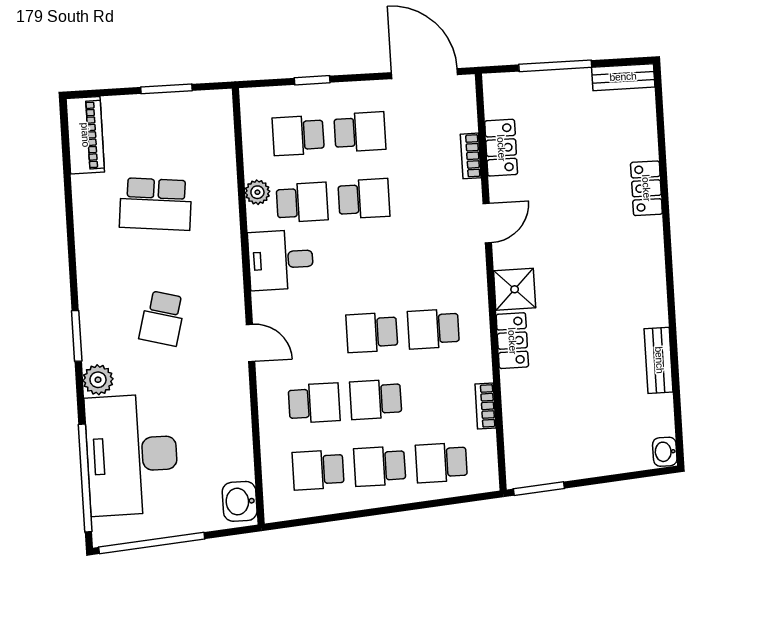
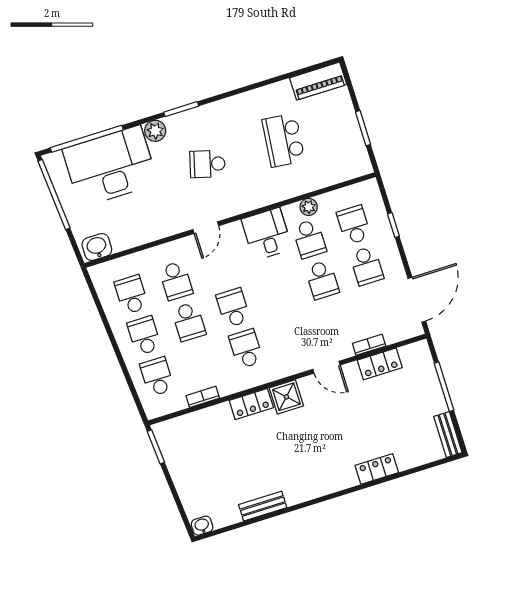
school desk: (376, 399) -> (189, 322), turned 180

